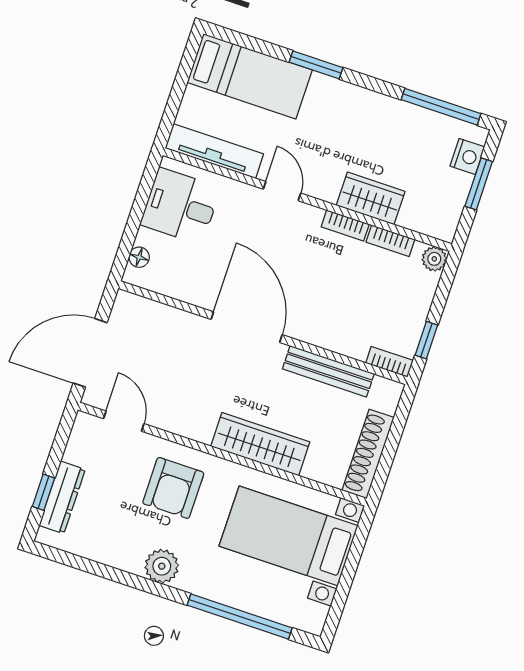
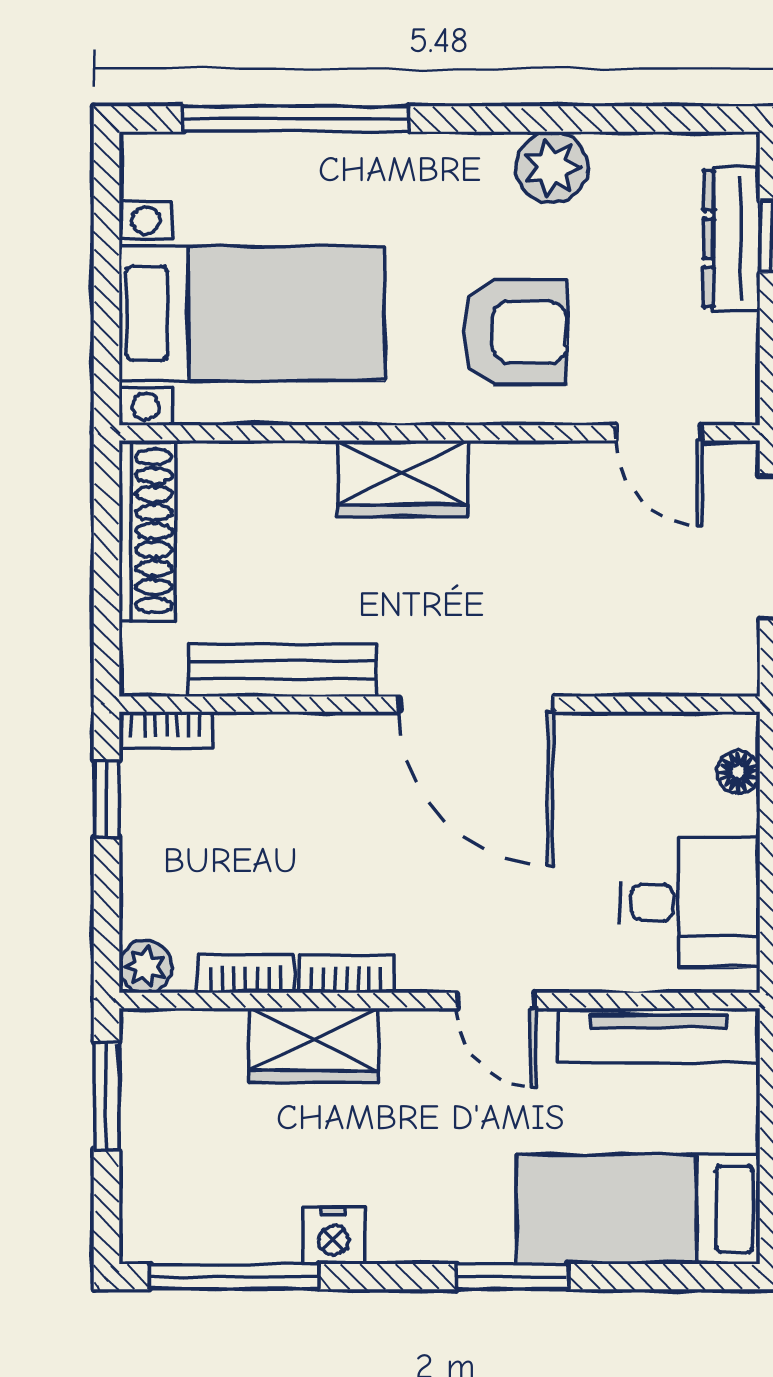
nightstand: (467, 156) -> (334, 1235), moved, turned -90
window: (479, 184) -> (107, 1096), moved
wardrobe: (260, 444) -> (403, 478), width x0.67
armchair: (173, 488) -> (515, 332), turned 90
plant: (162, 566) -> (552, 168), moved

